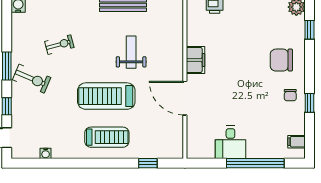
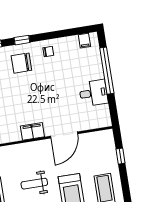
chair: (281, 60) -> (21, 63), turned 90
window: (309, 103) -> (22, 40), moved

